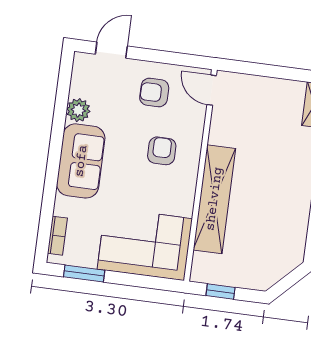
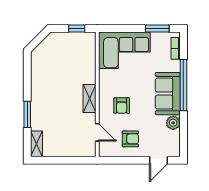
door: (212, 90) -> (97, 132), moved
window: (52, 172) -> (183, 85), added
shelving: (214, 199) -> (90, 99), width x0.45, depth x0.75

